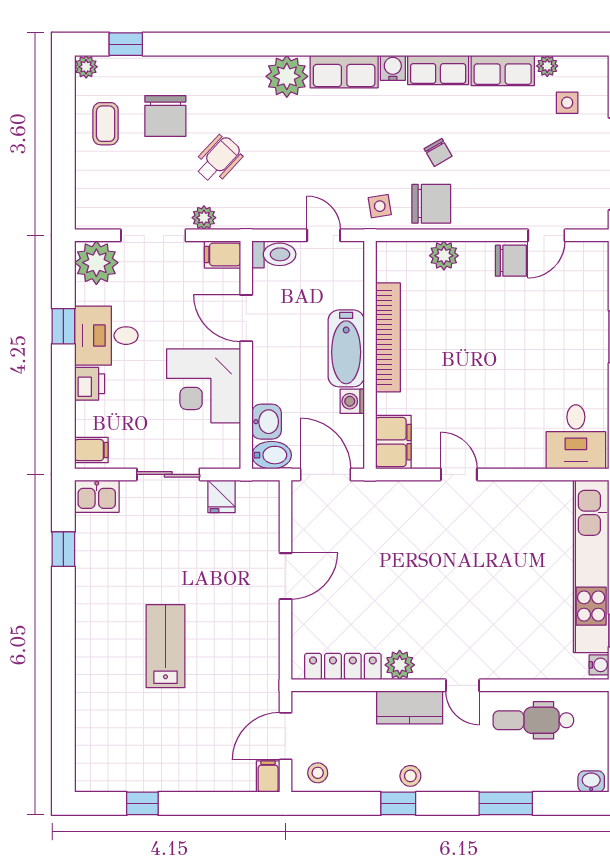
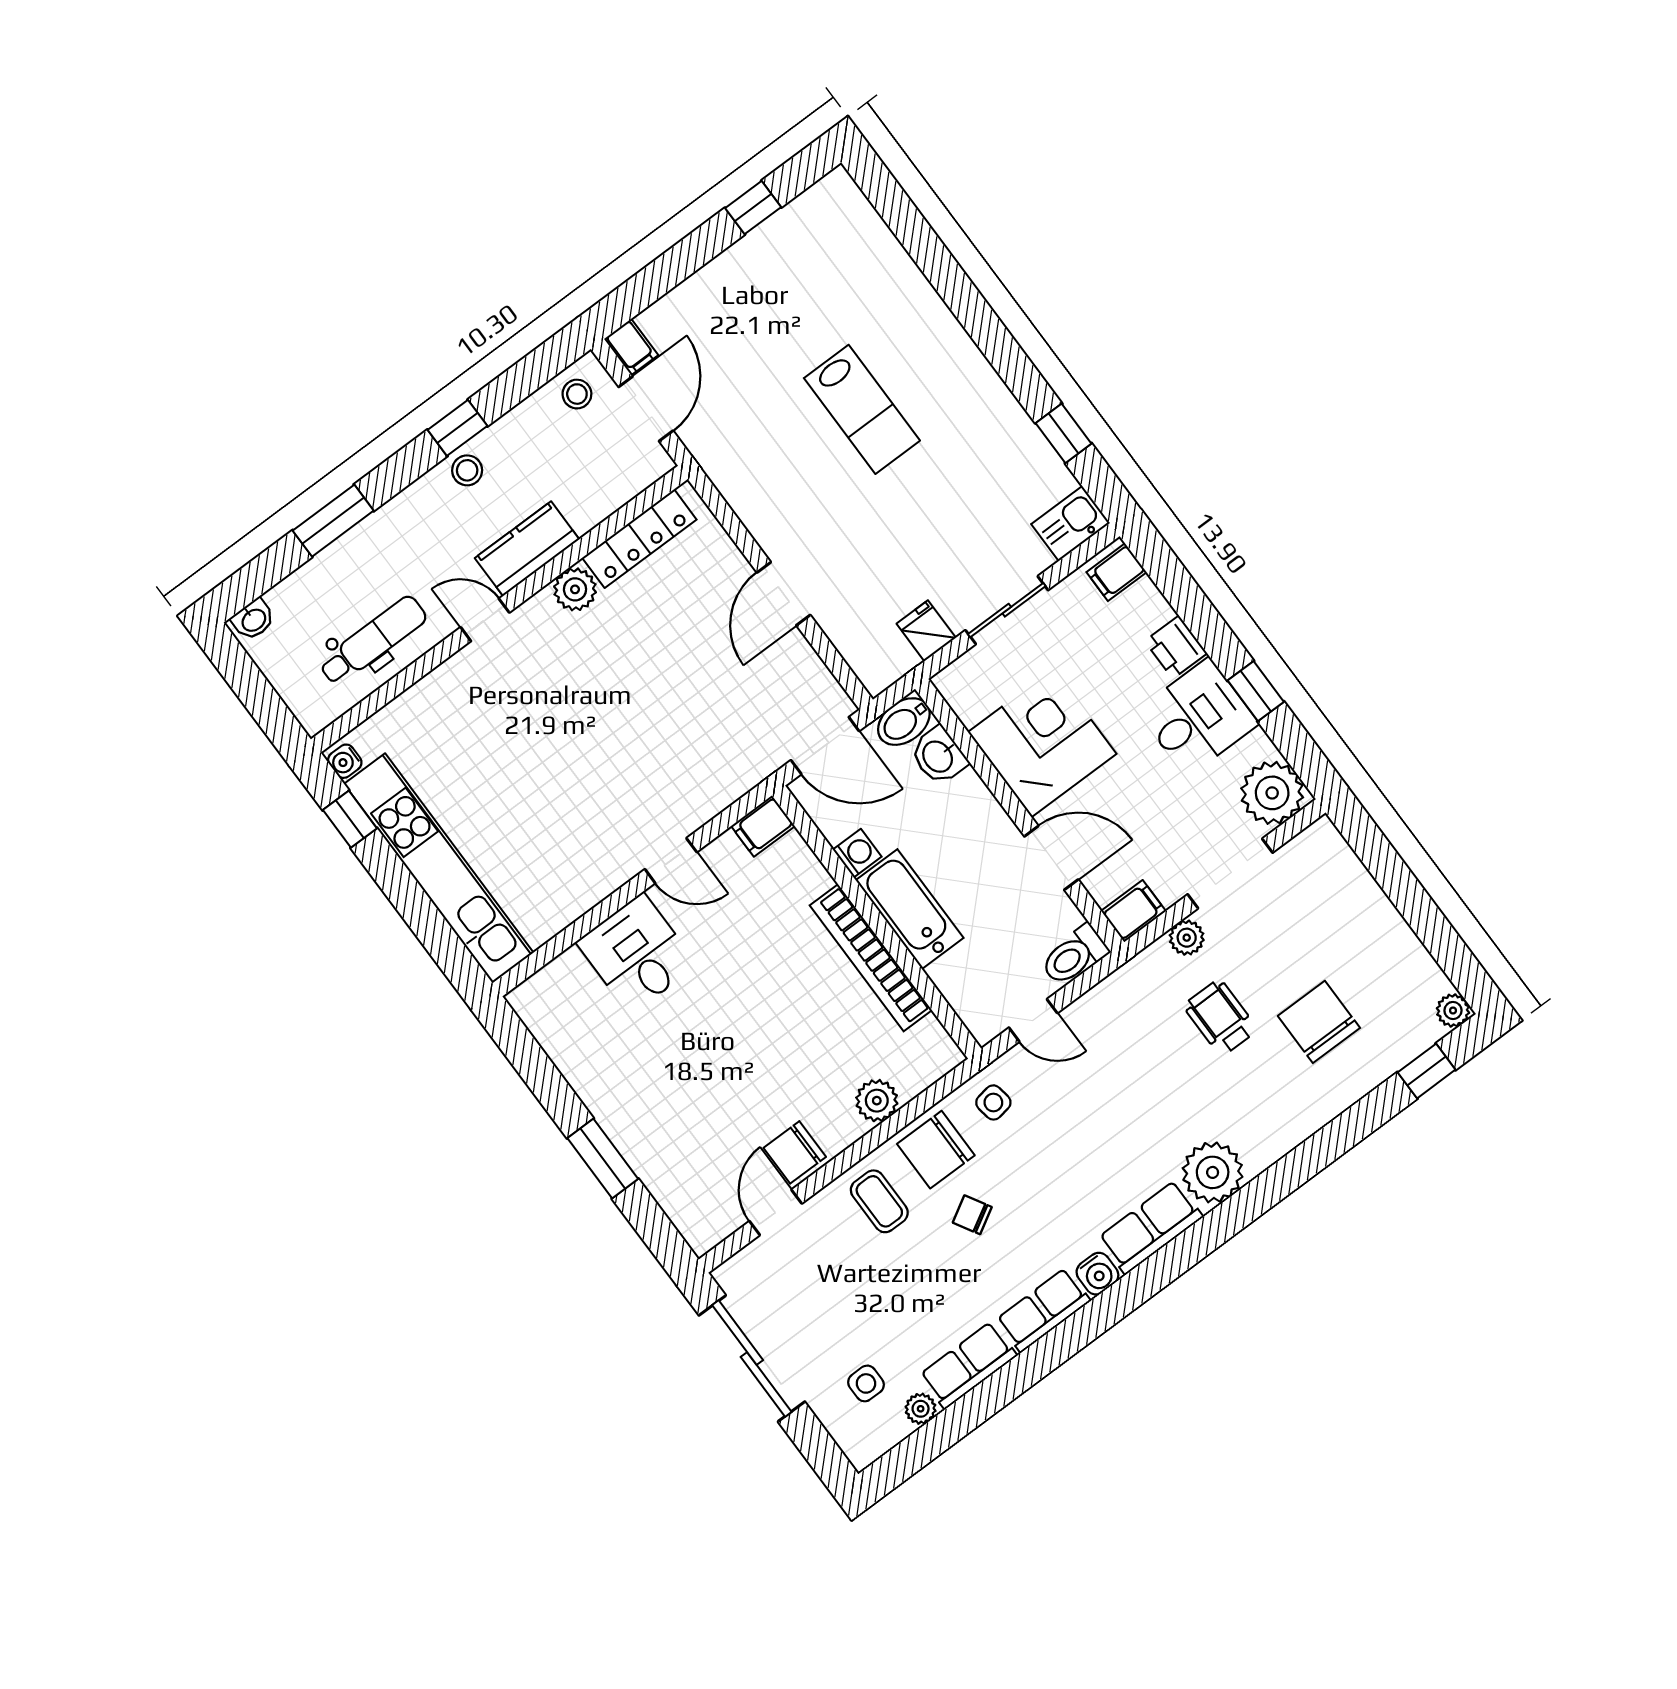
coffee table: (106, 124) -> (879, 1201), moved
wheelchair: (218, 159) -> (1220, 1018), turned 137
desk: (576, 437) -> (637, 954), moved
filing cabinet: (393, 442) -> (763, 826), width x0.50

